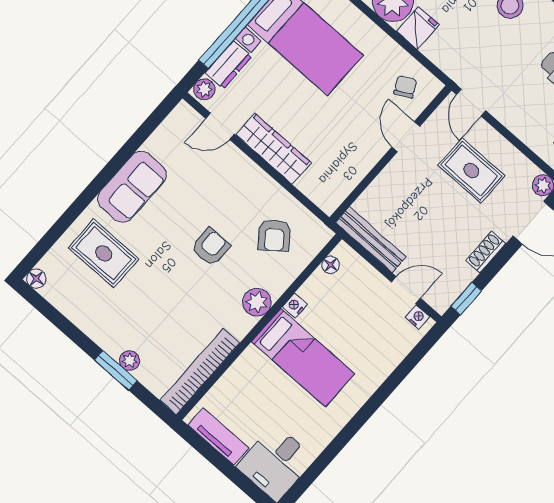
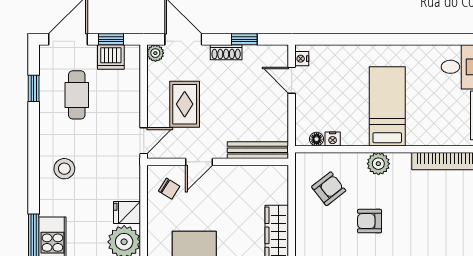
chair: (405, 87) -> (169, 189), turned -122
bench: (371, 240) -> (258, 150), moved, turned 90
window: (466, 299) -> (244, 39), moved
nightstand: (295, 306) -> (333, 139), moved

